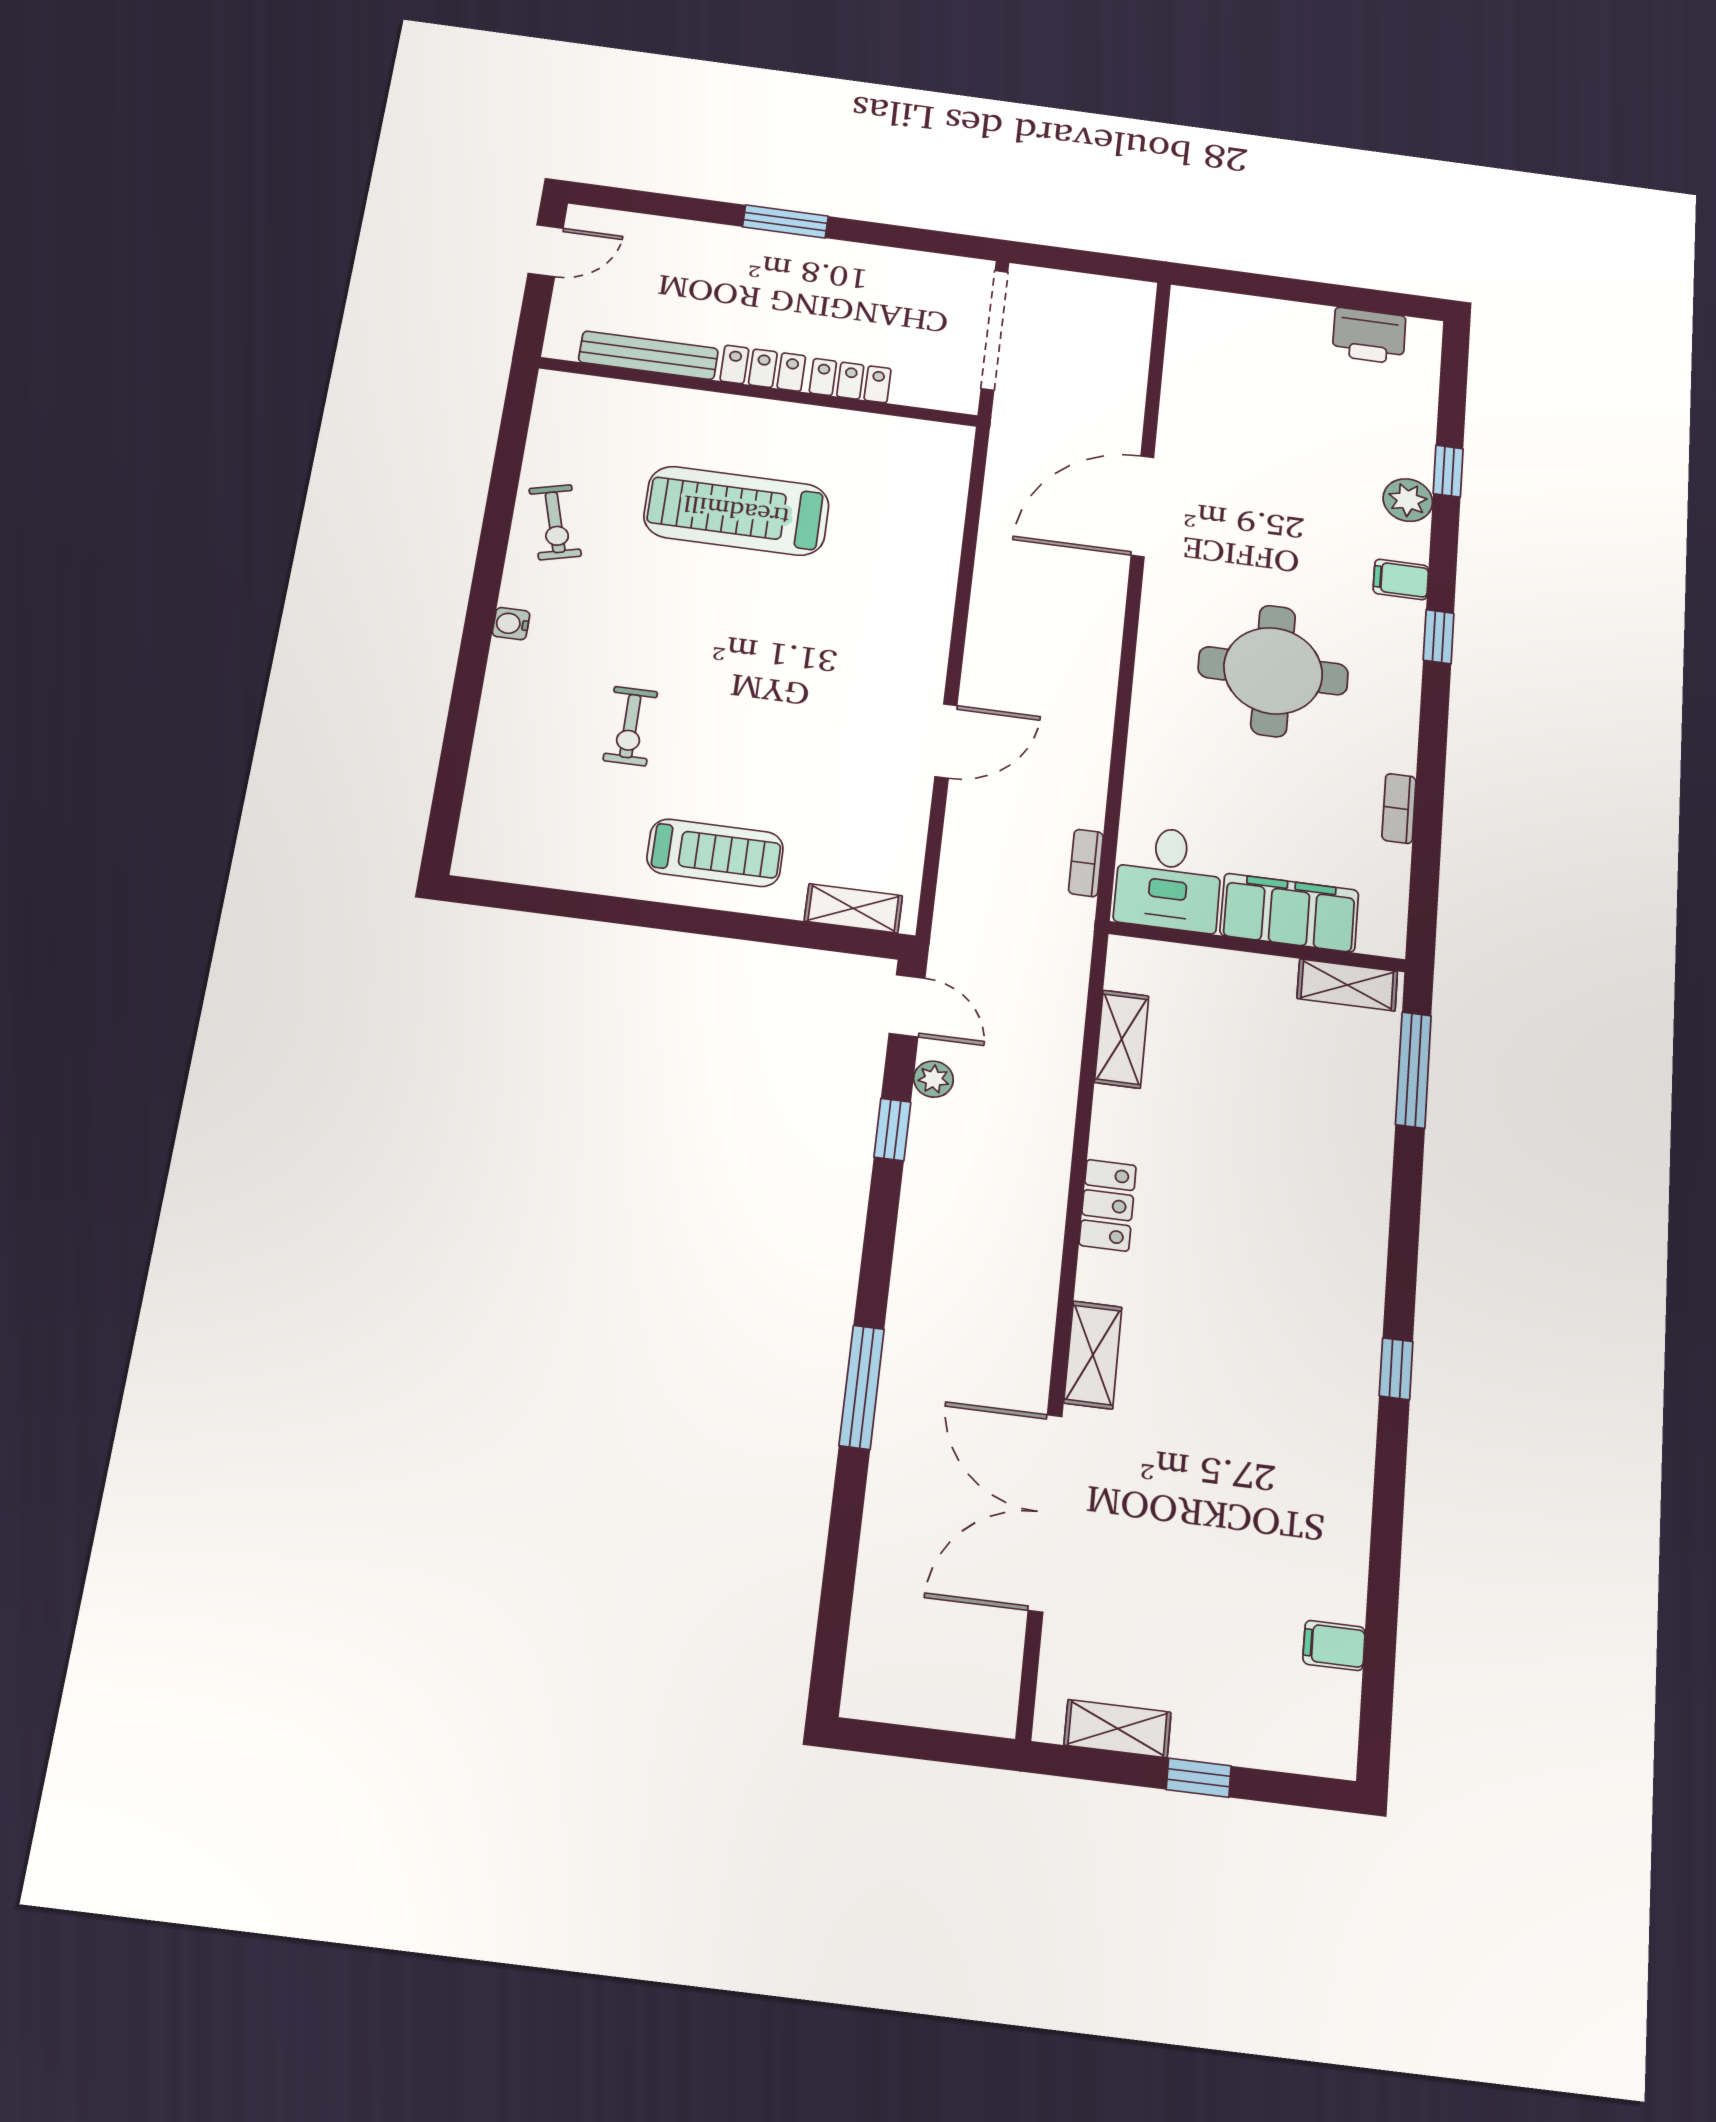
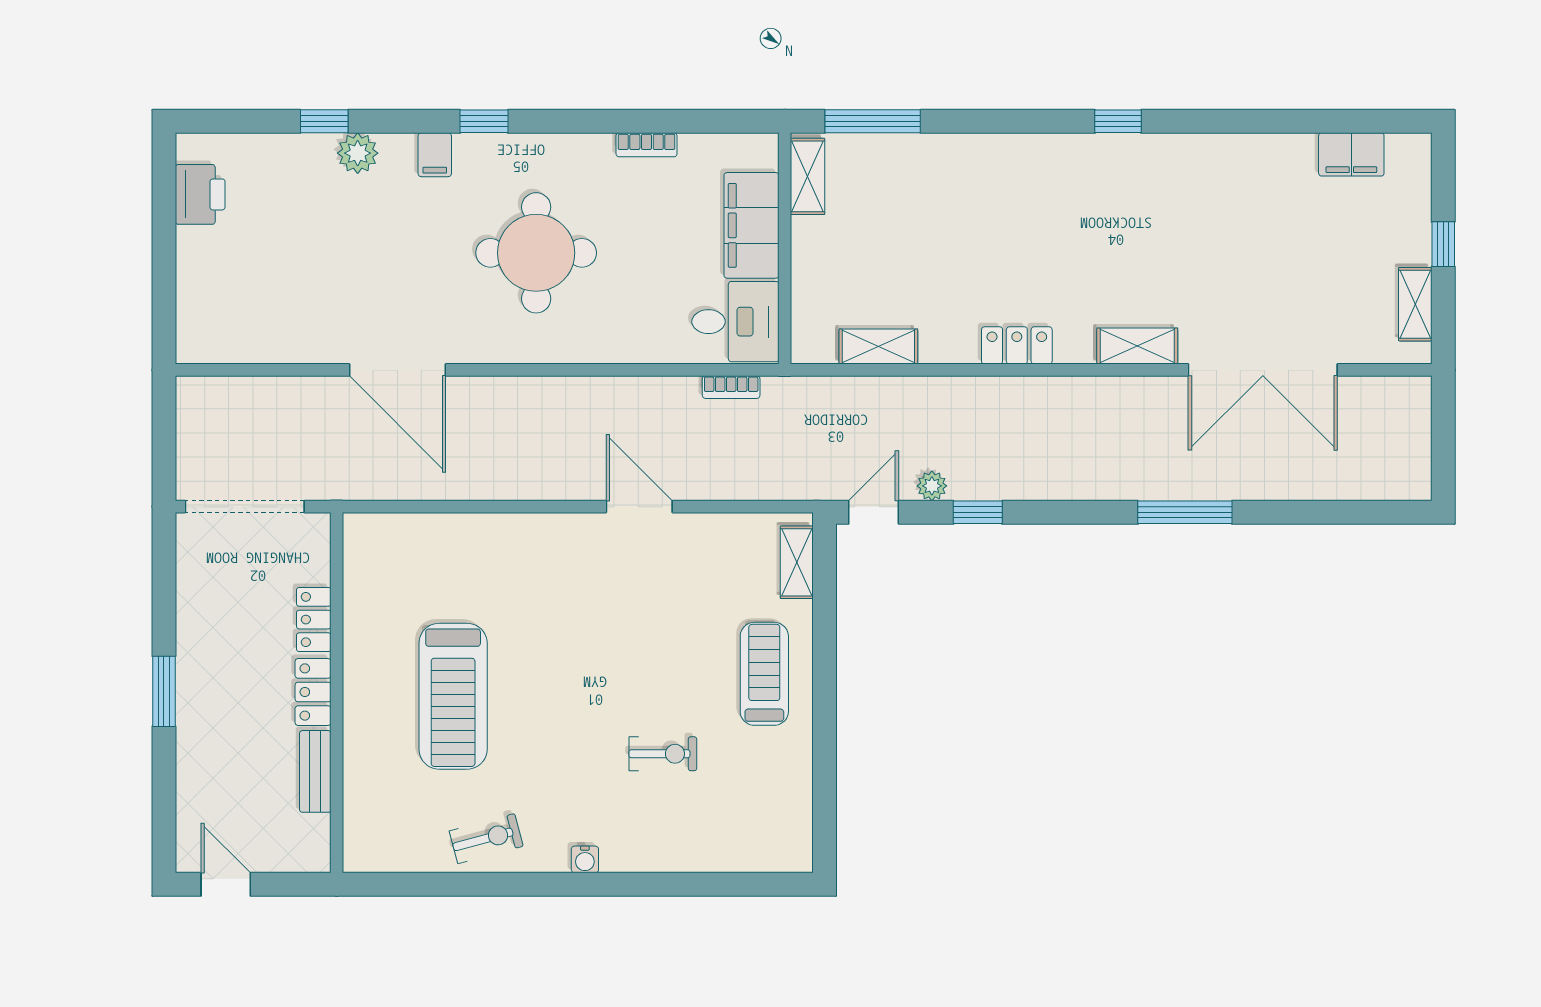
bench: (648, 355) -> (315, 771), width x0.73
filing cabinet: (1334, 1646) -> (1351, 154), width x2.00

